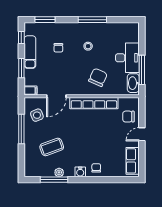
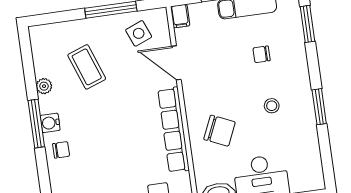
window: (92, 20) -> (319, 107), width x0.69
window: (54, 180) -> (36, 124), moved

